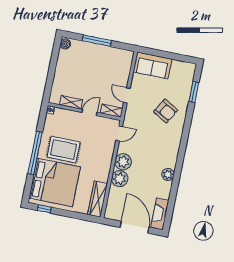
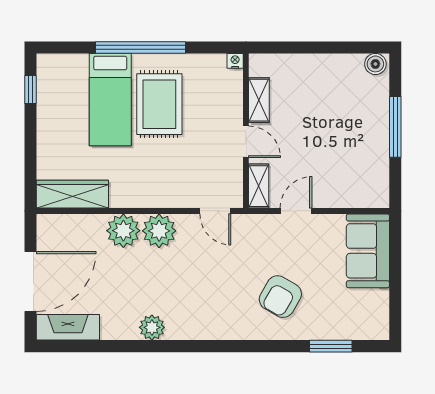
bed: (55, 182) -> (110, 100), width x0.49

